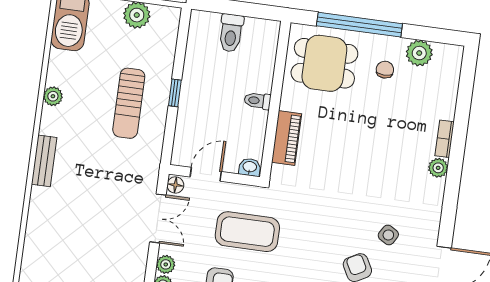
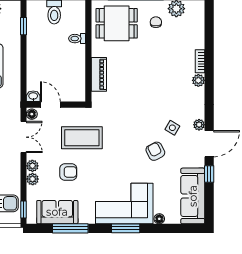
window: (175, 93) -> (24, 26), moved
toilet: (258, 101) -> (77, 39), moved
washbasin: (250, 167) -> (33, 96), moved
door: (206, 174) -> (50, 105), hinge flipped
plant: (430, 236) -> (199, 125), added

